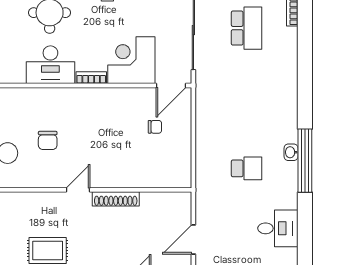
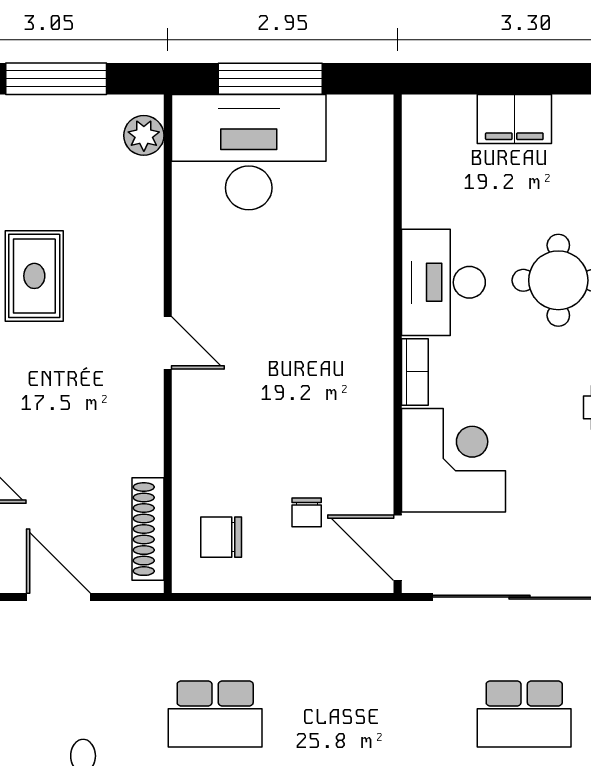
chair: (48, 140) -> (221, 537), moved
school desk: (246, 168) -> (215, 714), width x1.85
shoe rack: (116, 199) -> (148, 529), moved

